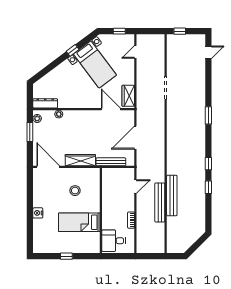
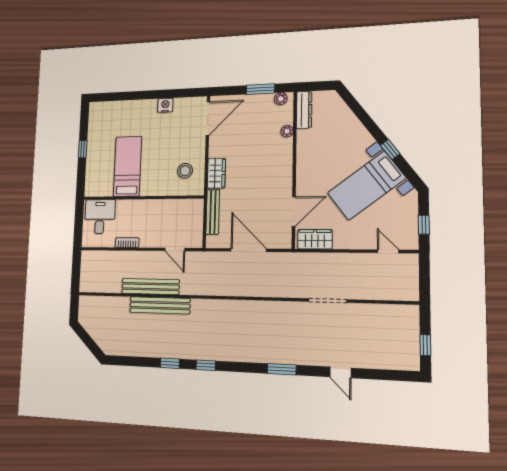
window: (180, 31) -> (425, 345), moved
door: (208, 52) -> (340, 372), moved
wardrobe: (80, 160) -> (216, 173), width x0.67
stool: (75, 191) -> (185, 171), moved
nightstand: (38, 213) -> (165, 105), moved

